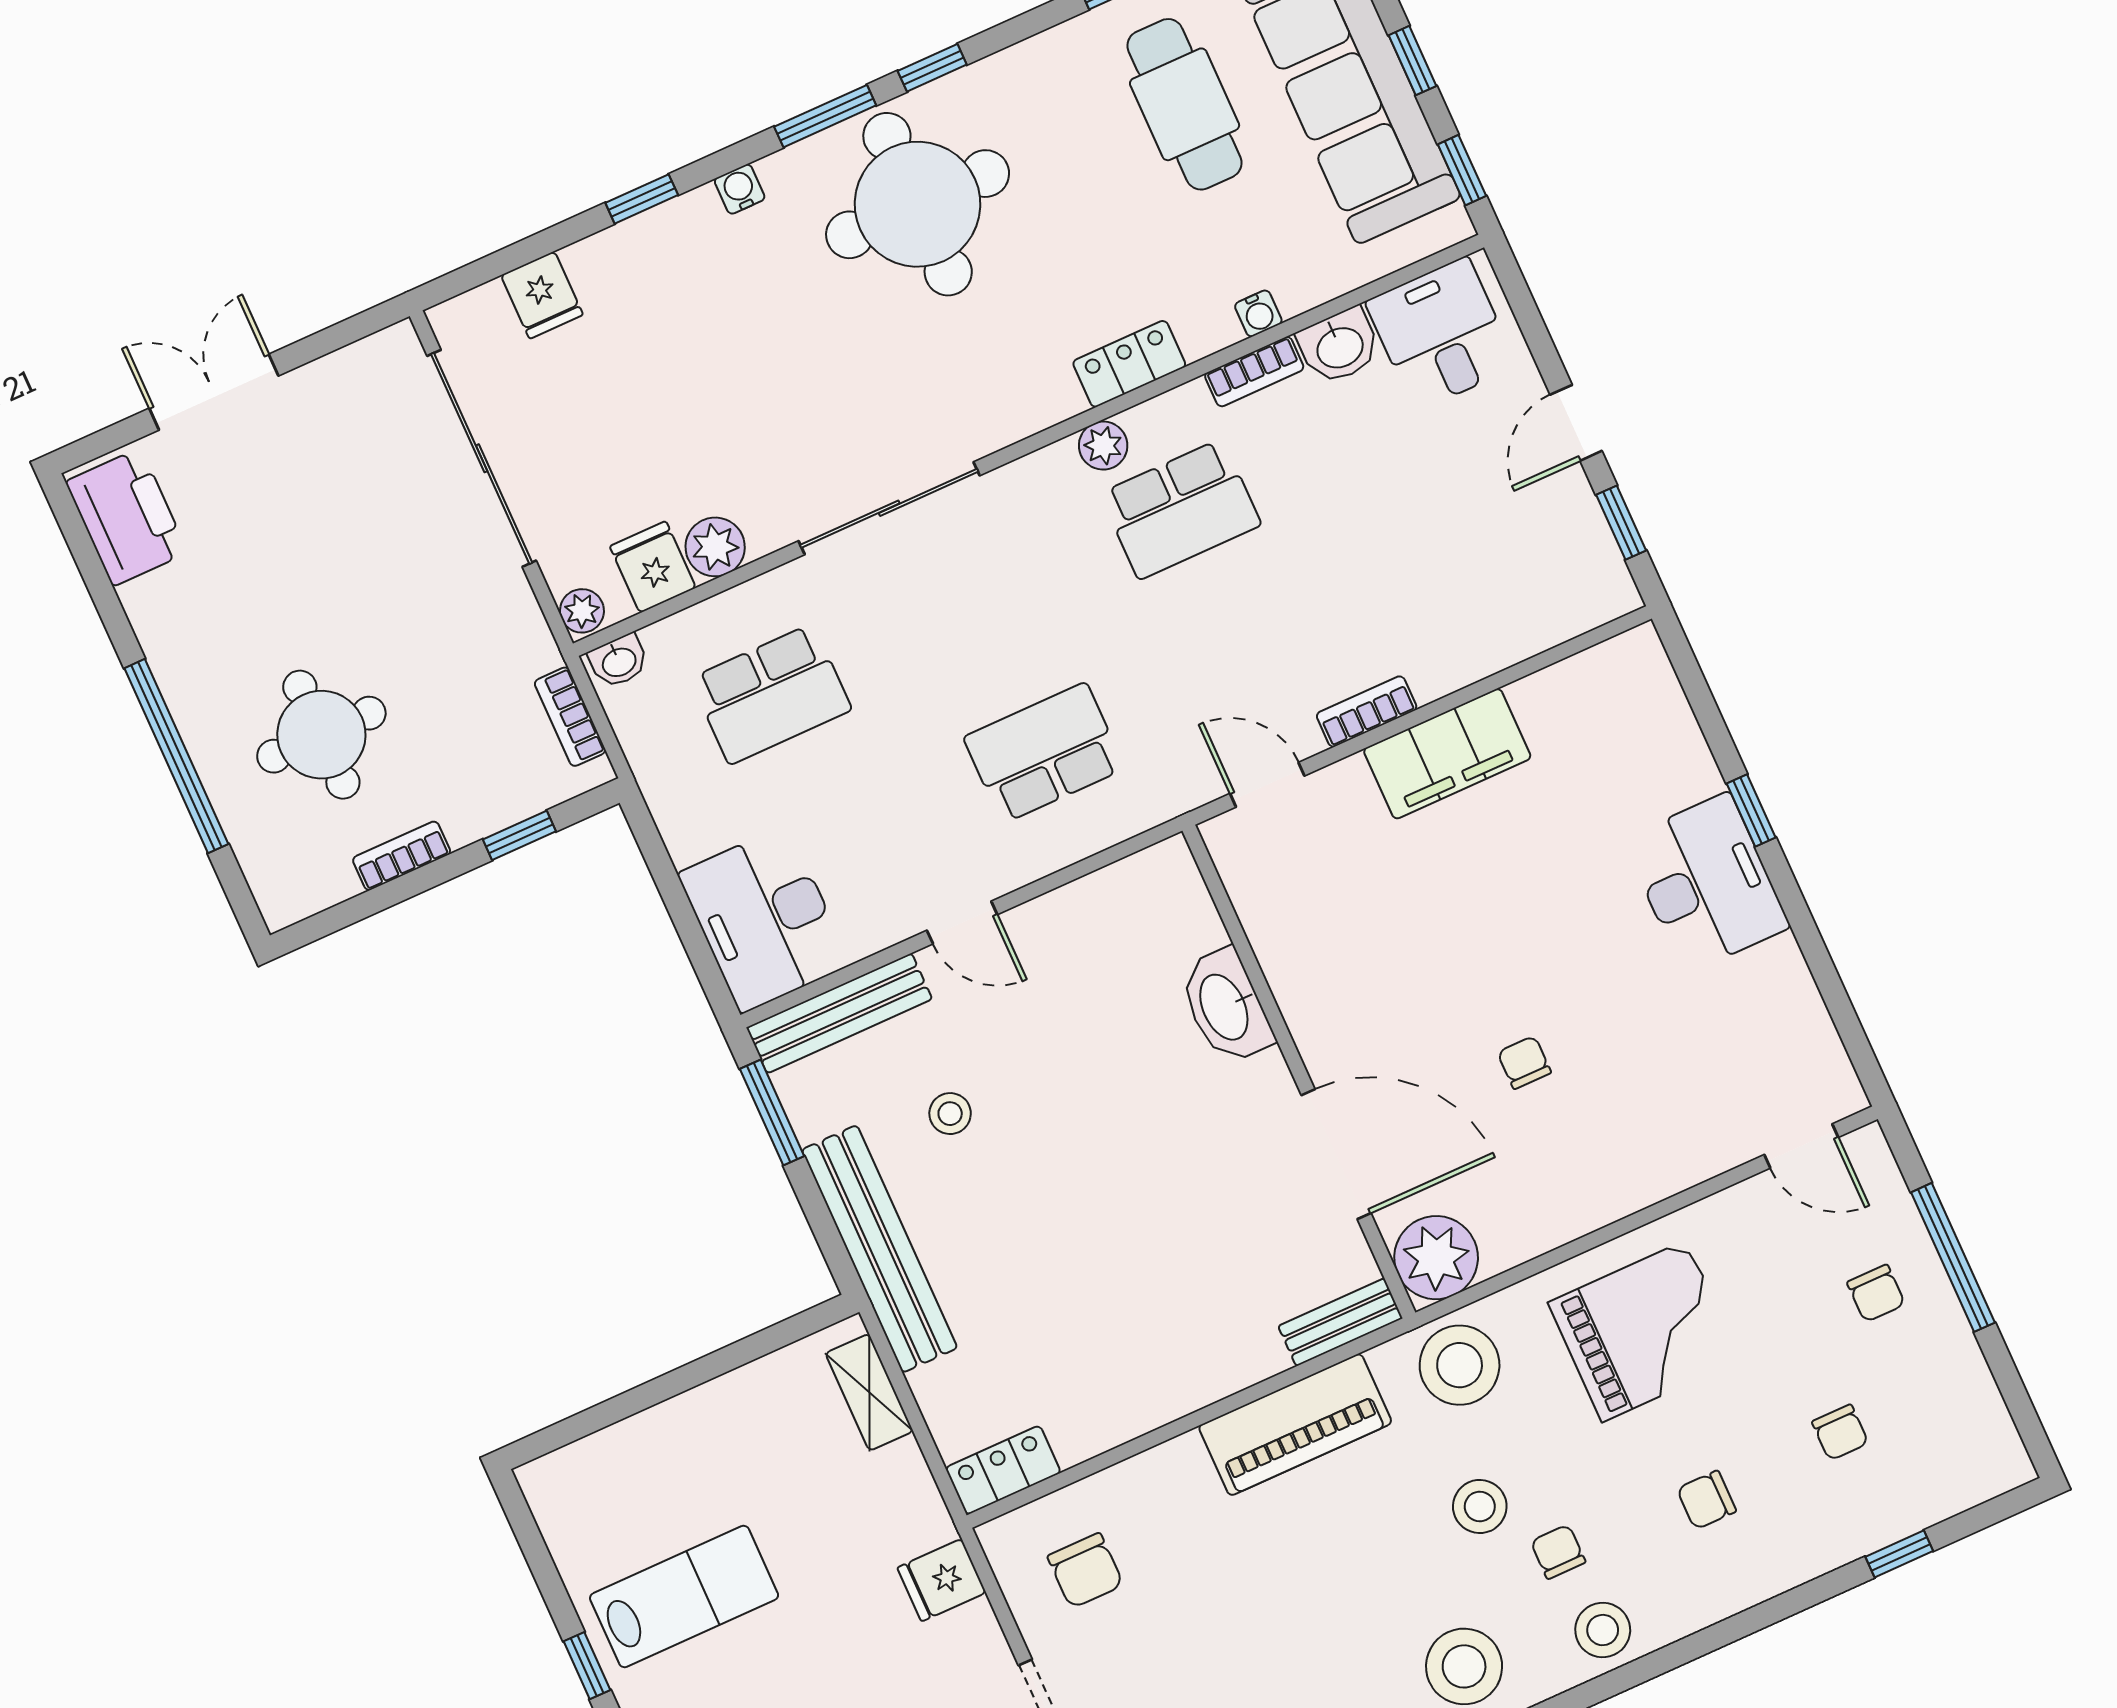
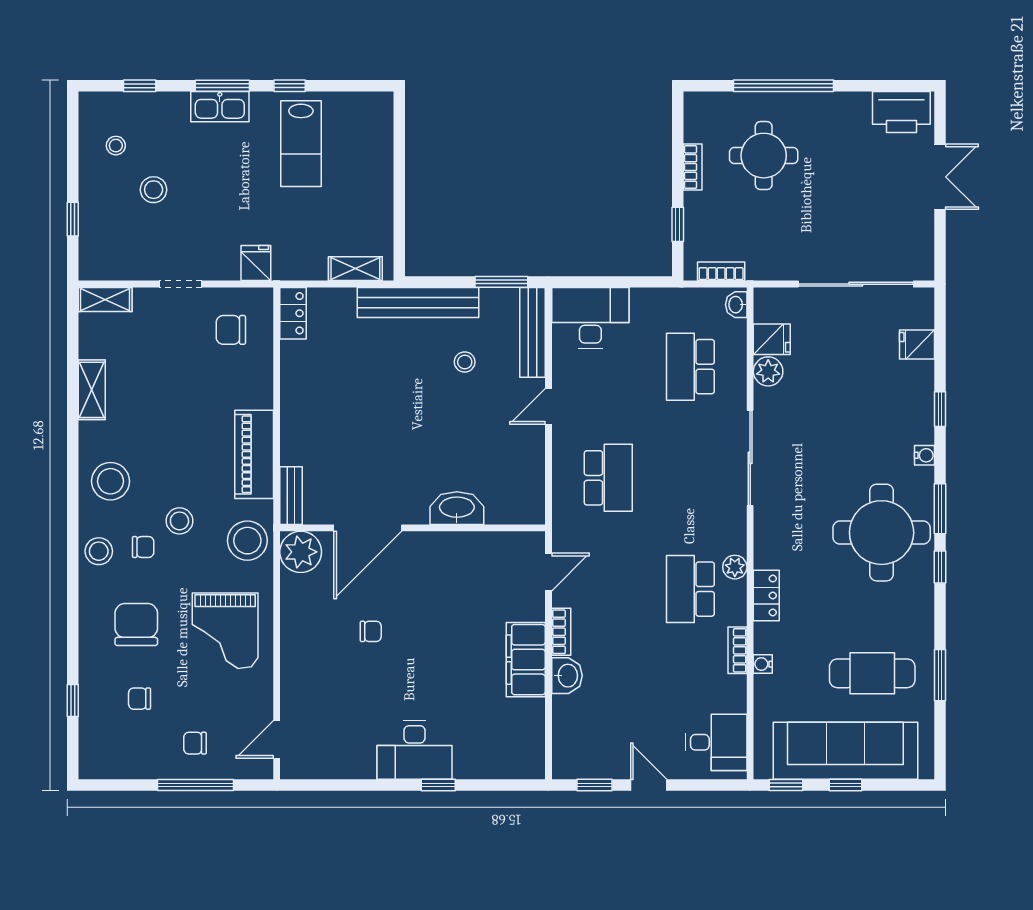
washbasin: (1339, 346) -> (567, 676), moved, turned 180
plant: (582, 611) -> (766, 298), removed
chair: (1706, 1500) -> (136, 625), width x1.87, depth x1.87

